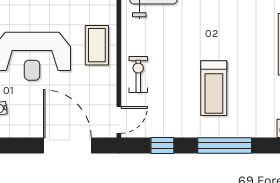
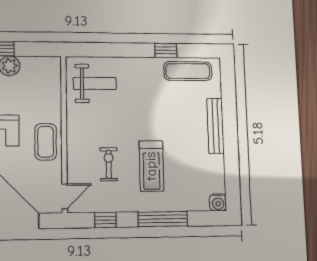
coffee table: (97, 45) -> (46, 142), moved
exercise bike: (138, 75) -> (109, 164), moved

